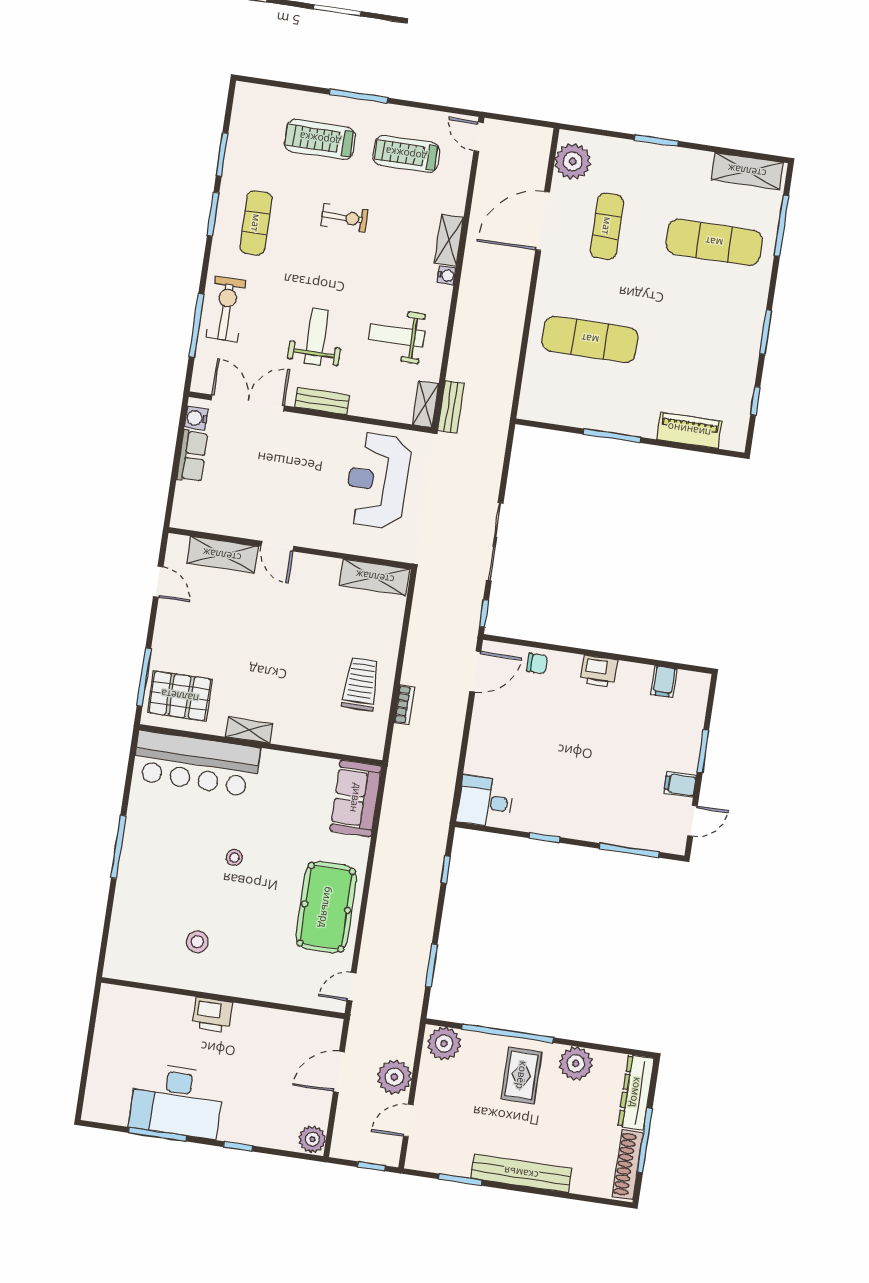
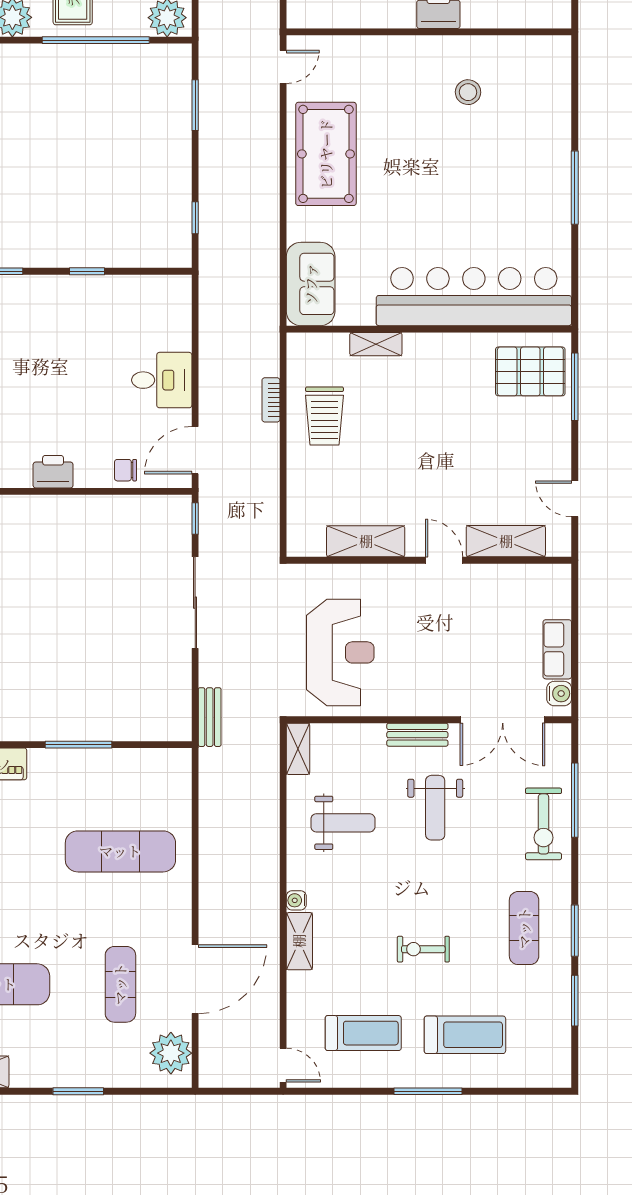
bench: (451, 407) -> (210, 717), moved
shelving: (375, 577) -> (366, 541), moved
shelving: (249, 730) -> (376, 344), moved
bar counter: (196, 764) -> (474, 297), width x1.36
desk: (485, 802) -> (162, 380), moved
stool: (234, 858) -> (440, 195), removed

